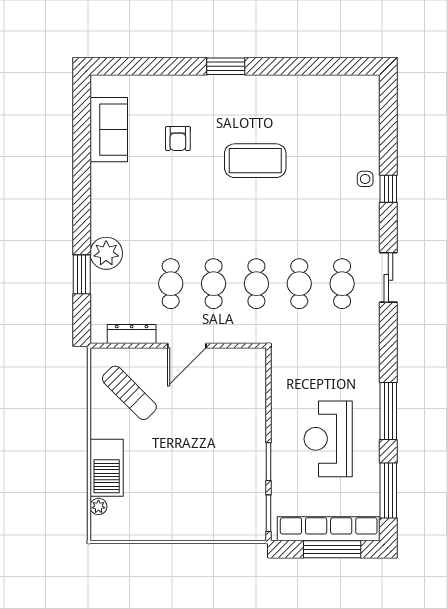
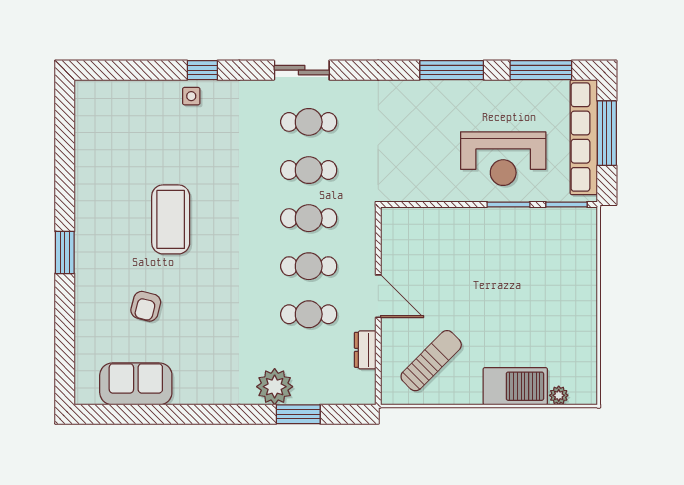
armchair: (178, 138) -> (146, 306), turned 104
dresser: (132, 334) -> (365, 350), width x0.70
reception desk: (328, 439) -> (503, 159), moved

